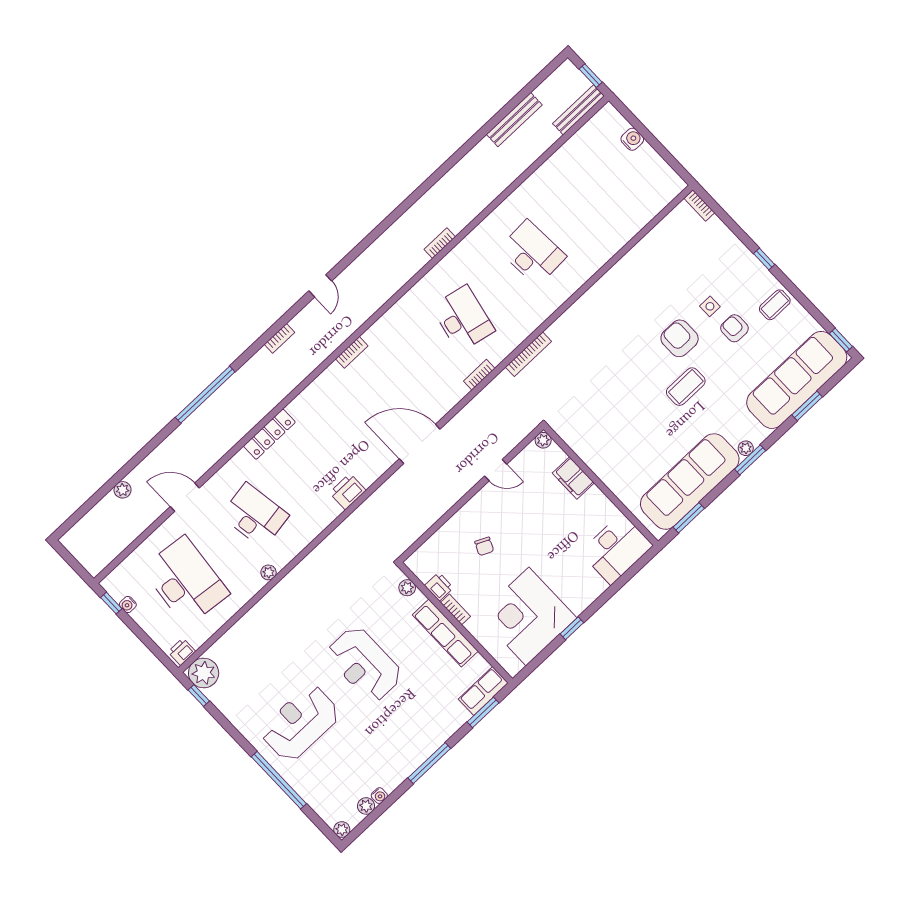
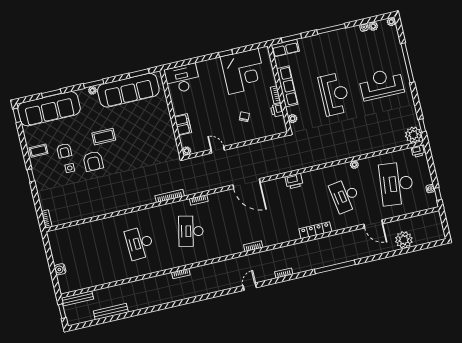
plant: (123, 490) -> (404, 240), width x1.88, depth x1.88
reception desk: (300, 723) -> (381, 84), turned 180

